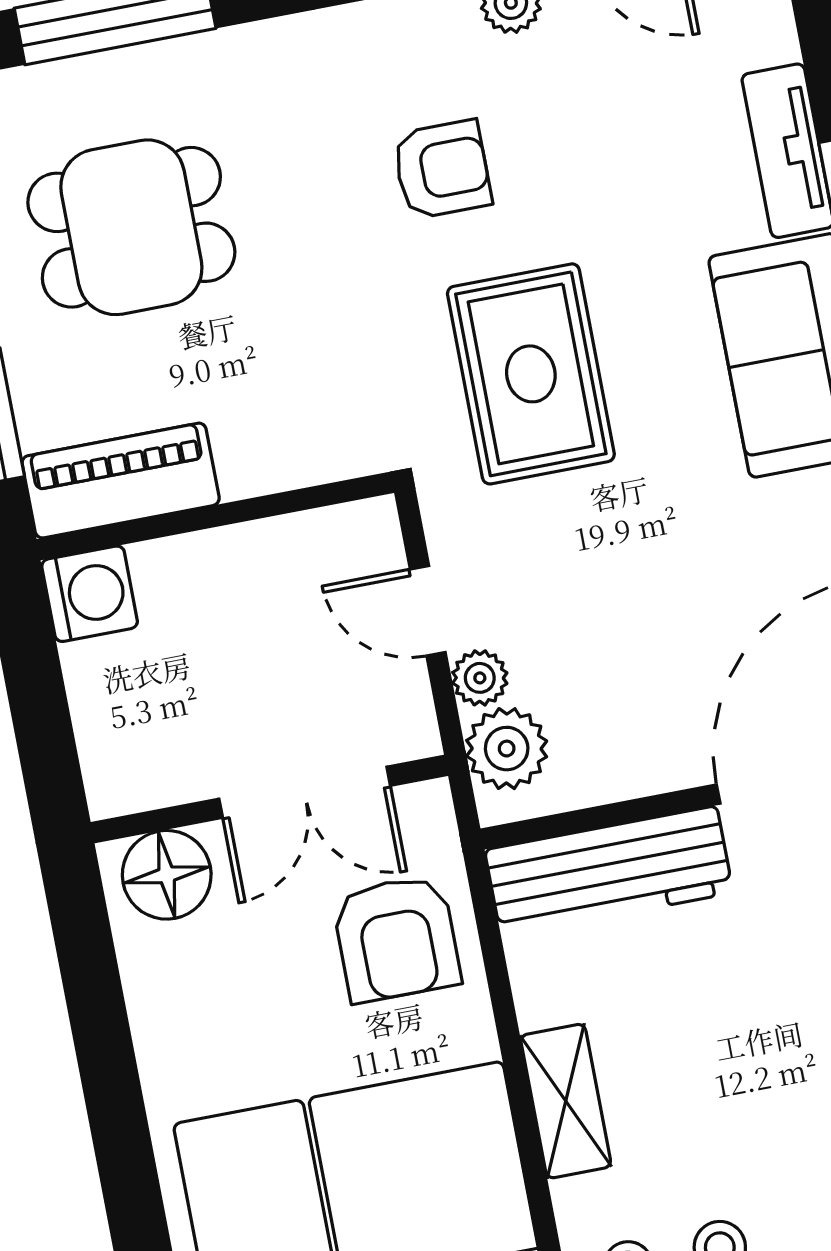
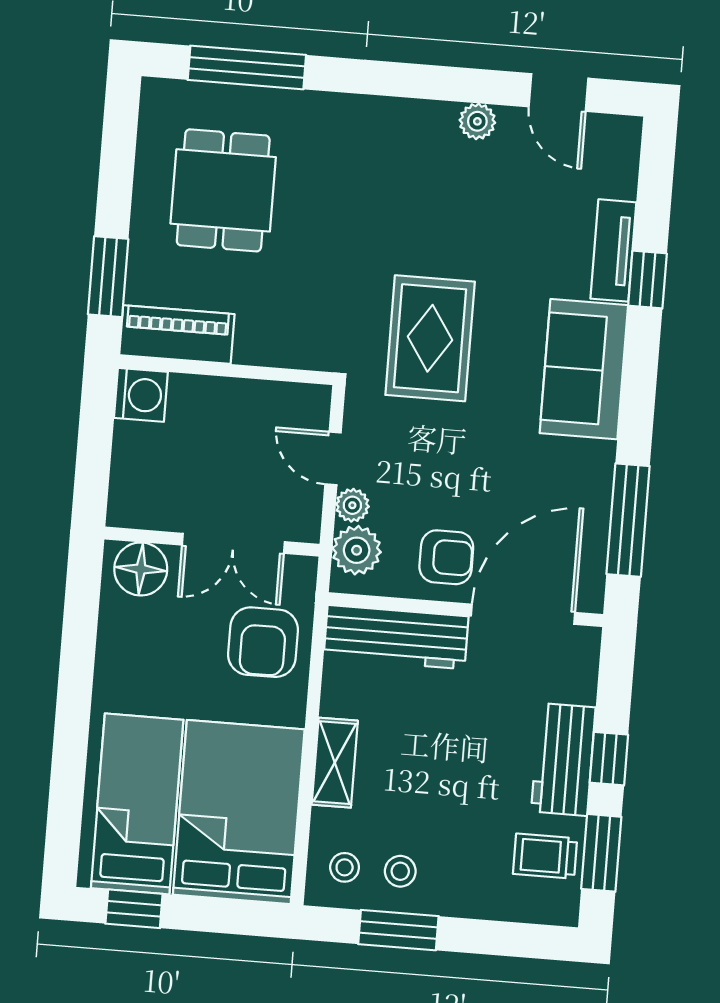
armchair: (442, 169) -> (446, 557), moved
dining table: (131, 227) -> (223, 190), turned 90

